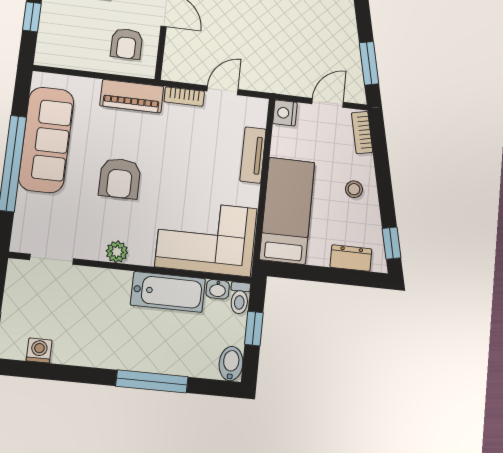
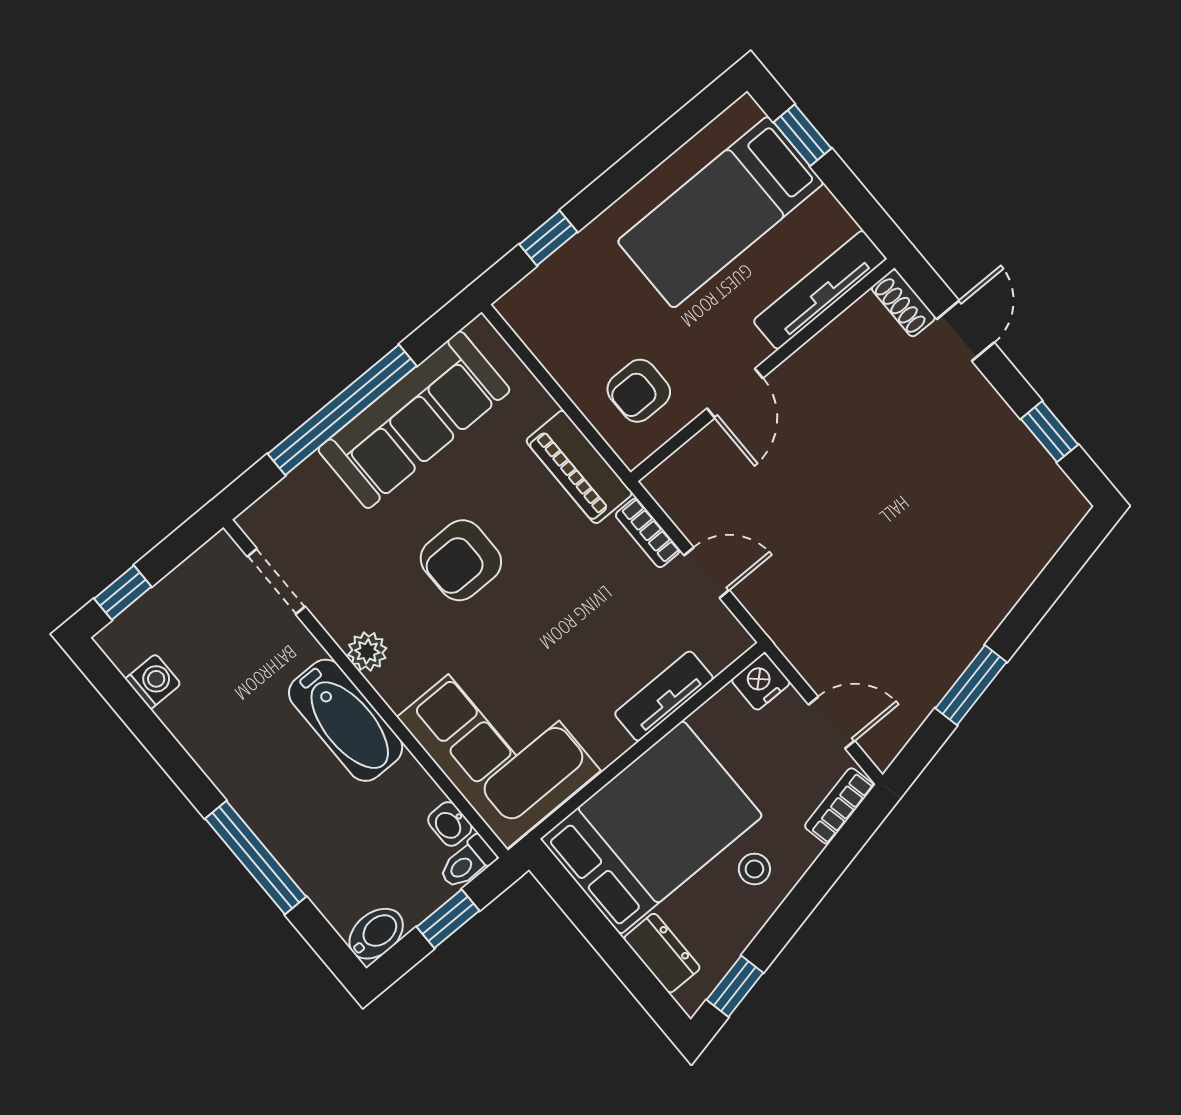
window: (369, 63) -> (971, 685), moved
bed: (287, 211) -> (651, 827), width x1.50
bathtub: (168, 292) -> (346, 720), moved

